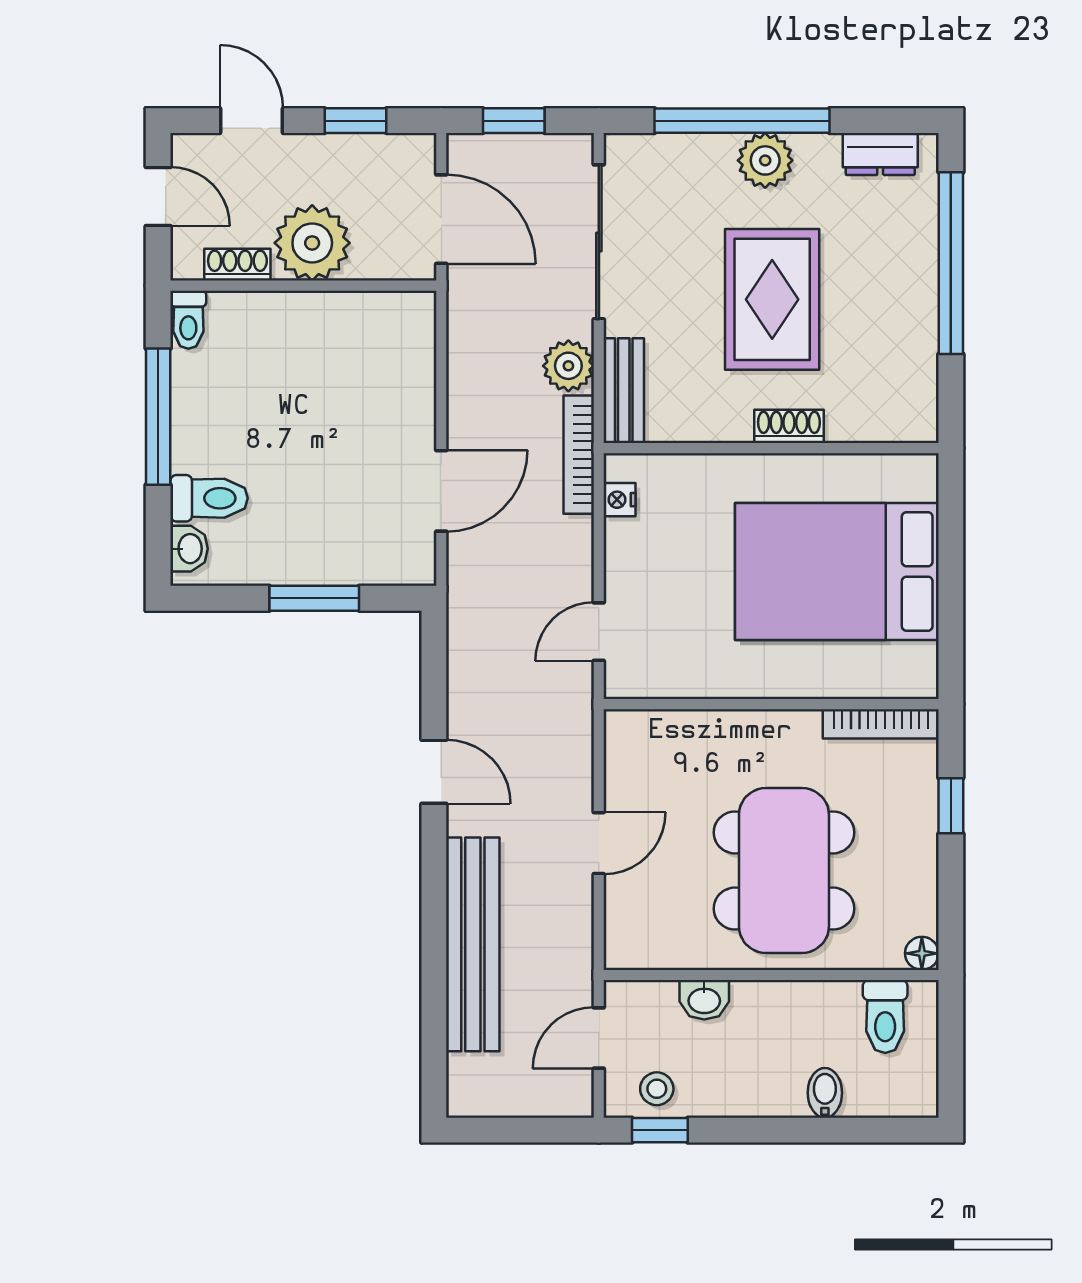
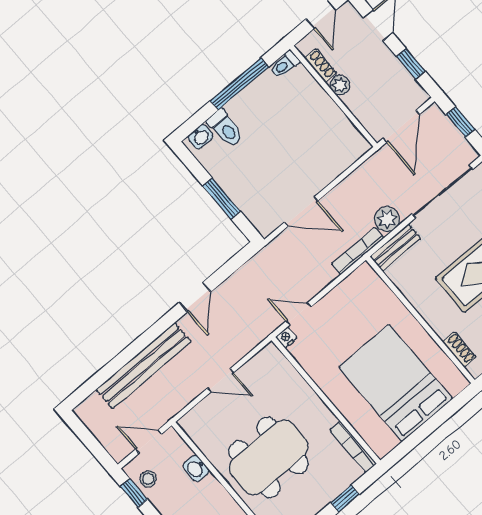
plant: (312, 243) -> (340, 85), width x0.53, depth x0.53
shoe rack: (789, 426) -> (459, 349), moved
nightstand: (620, 500) -> (286, 338), moved

